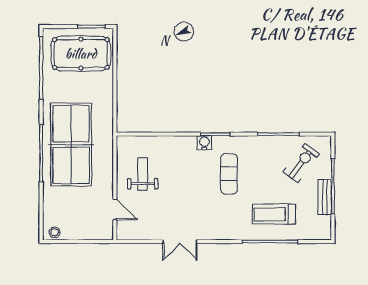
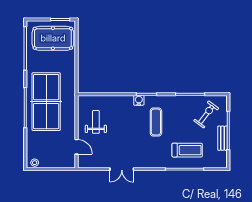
treadmill: (274, 214) -> (187, 150), turned 180

